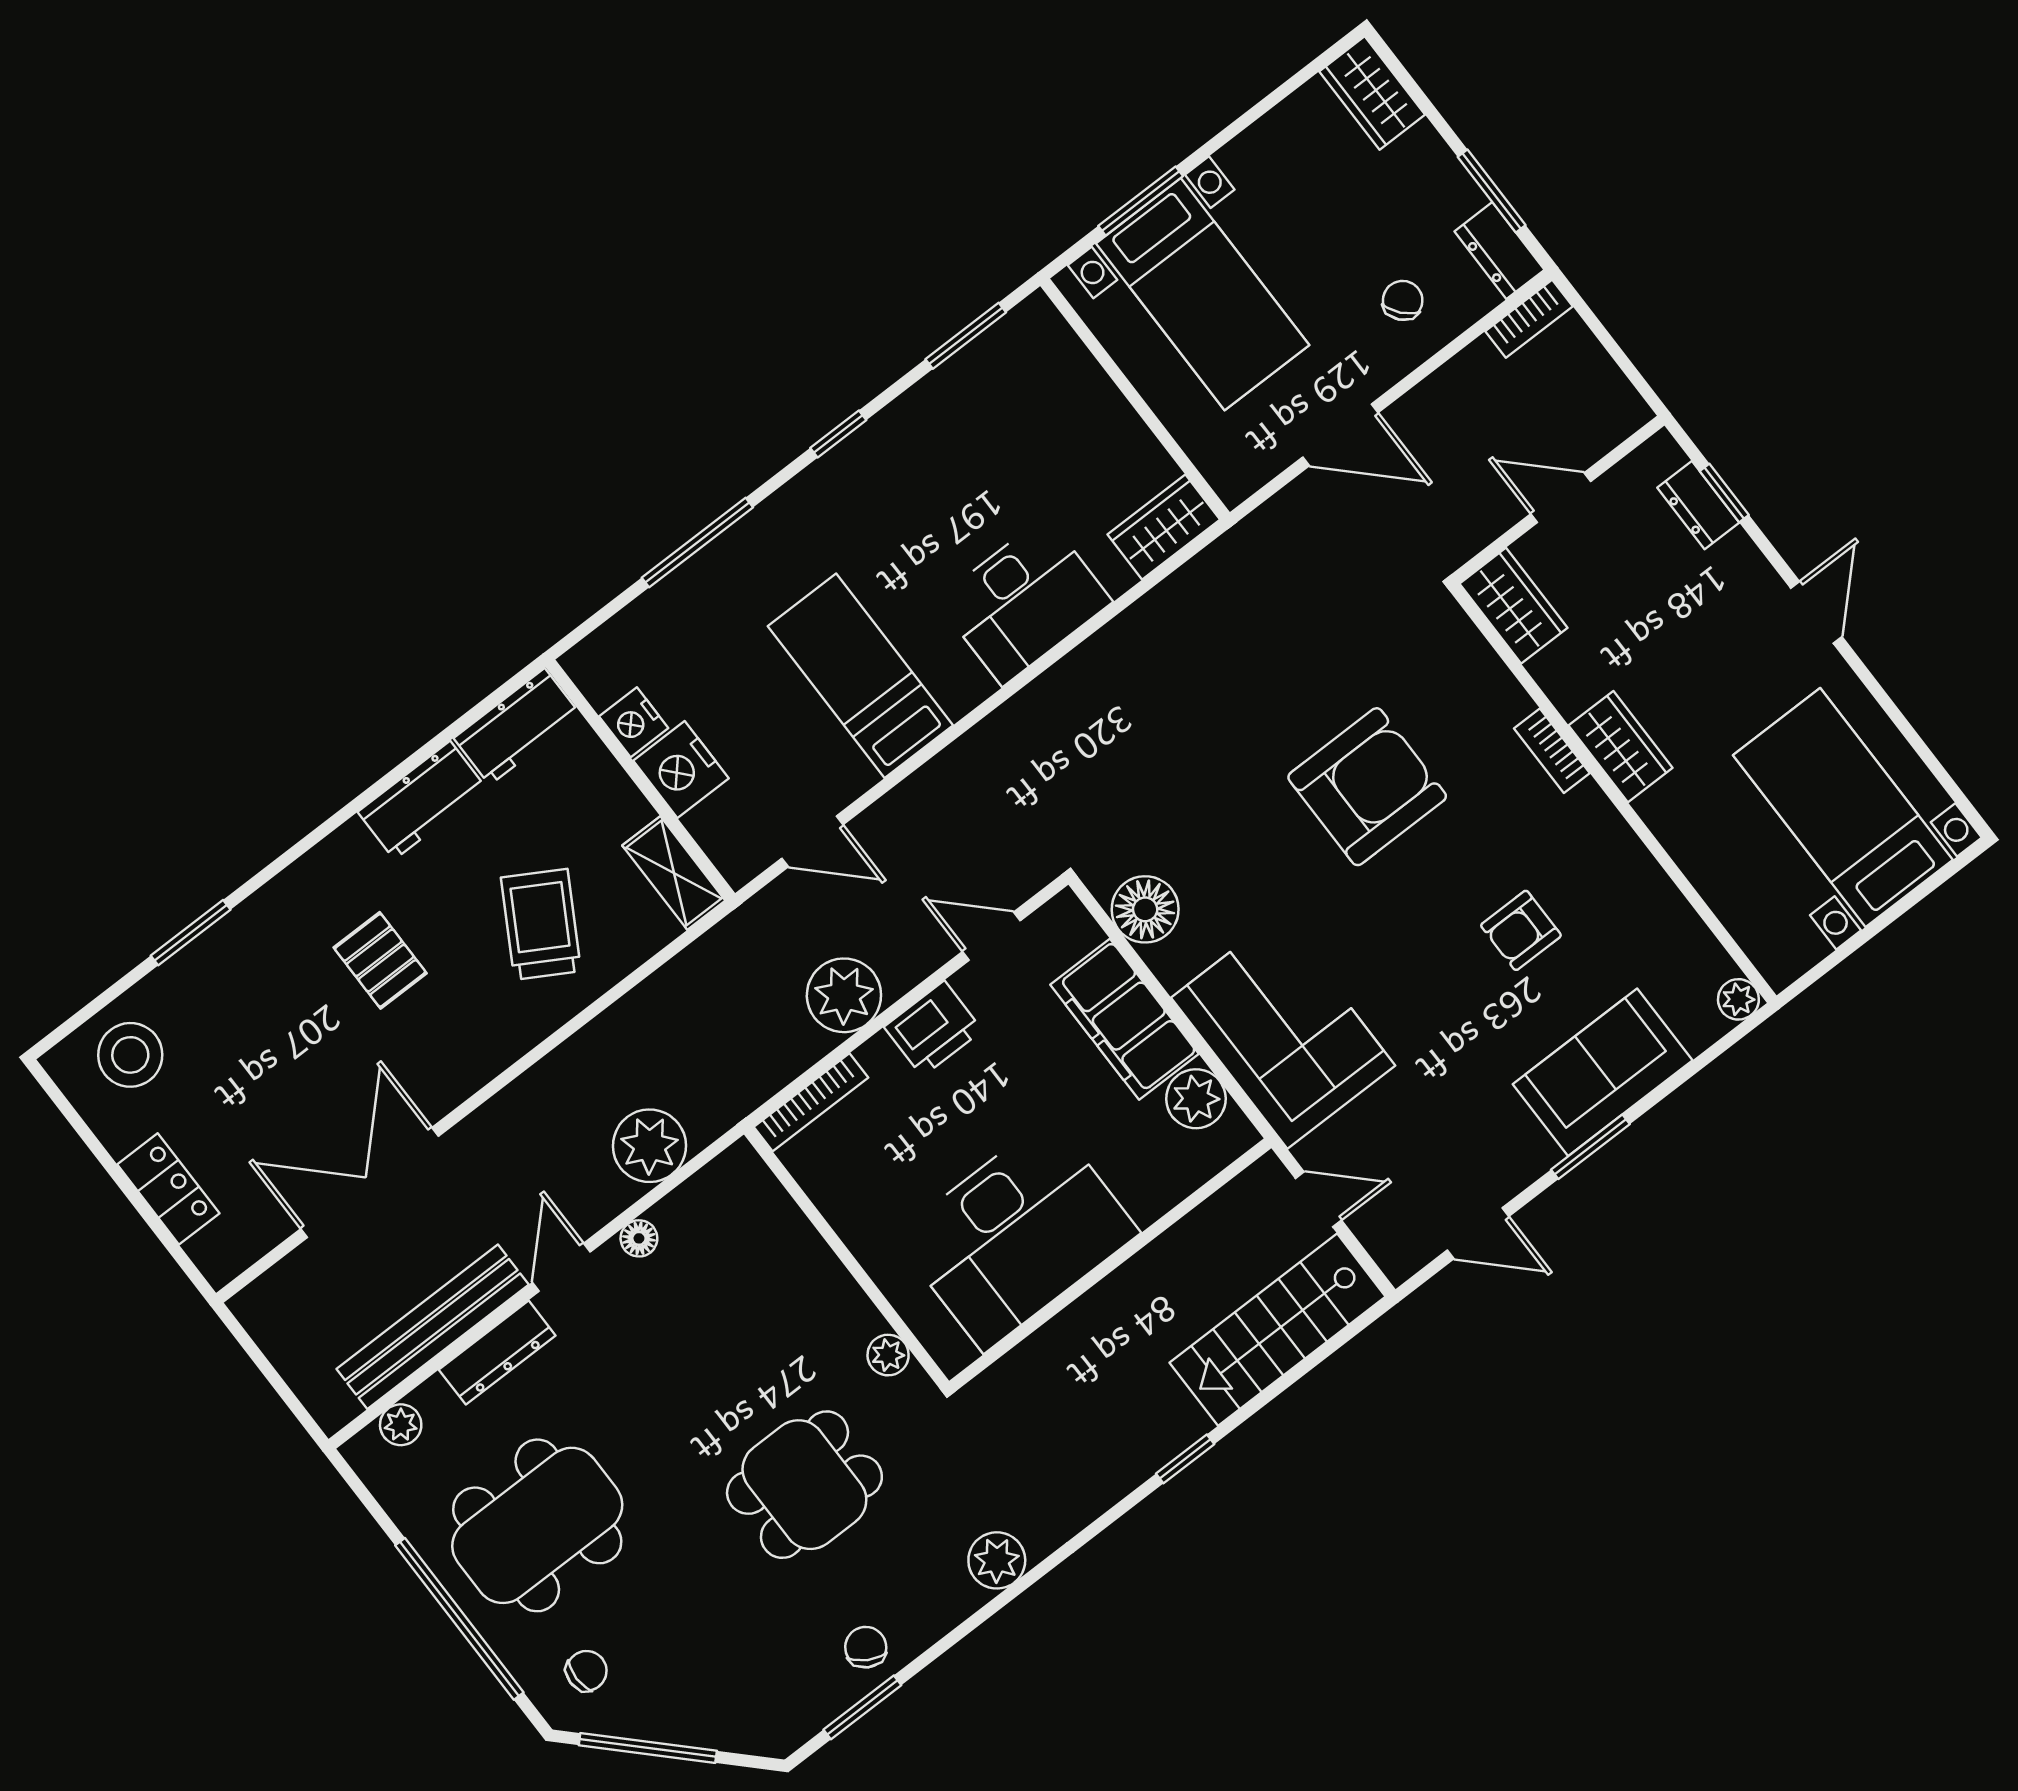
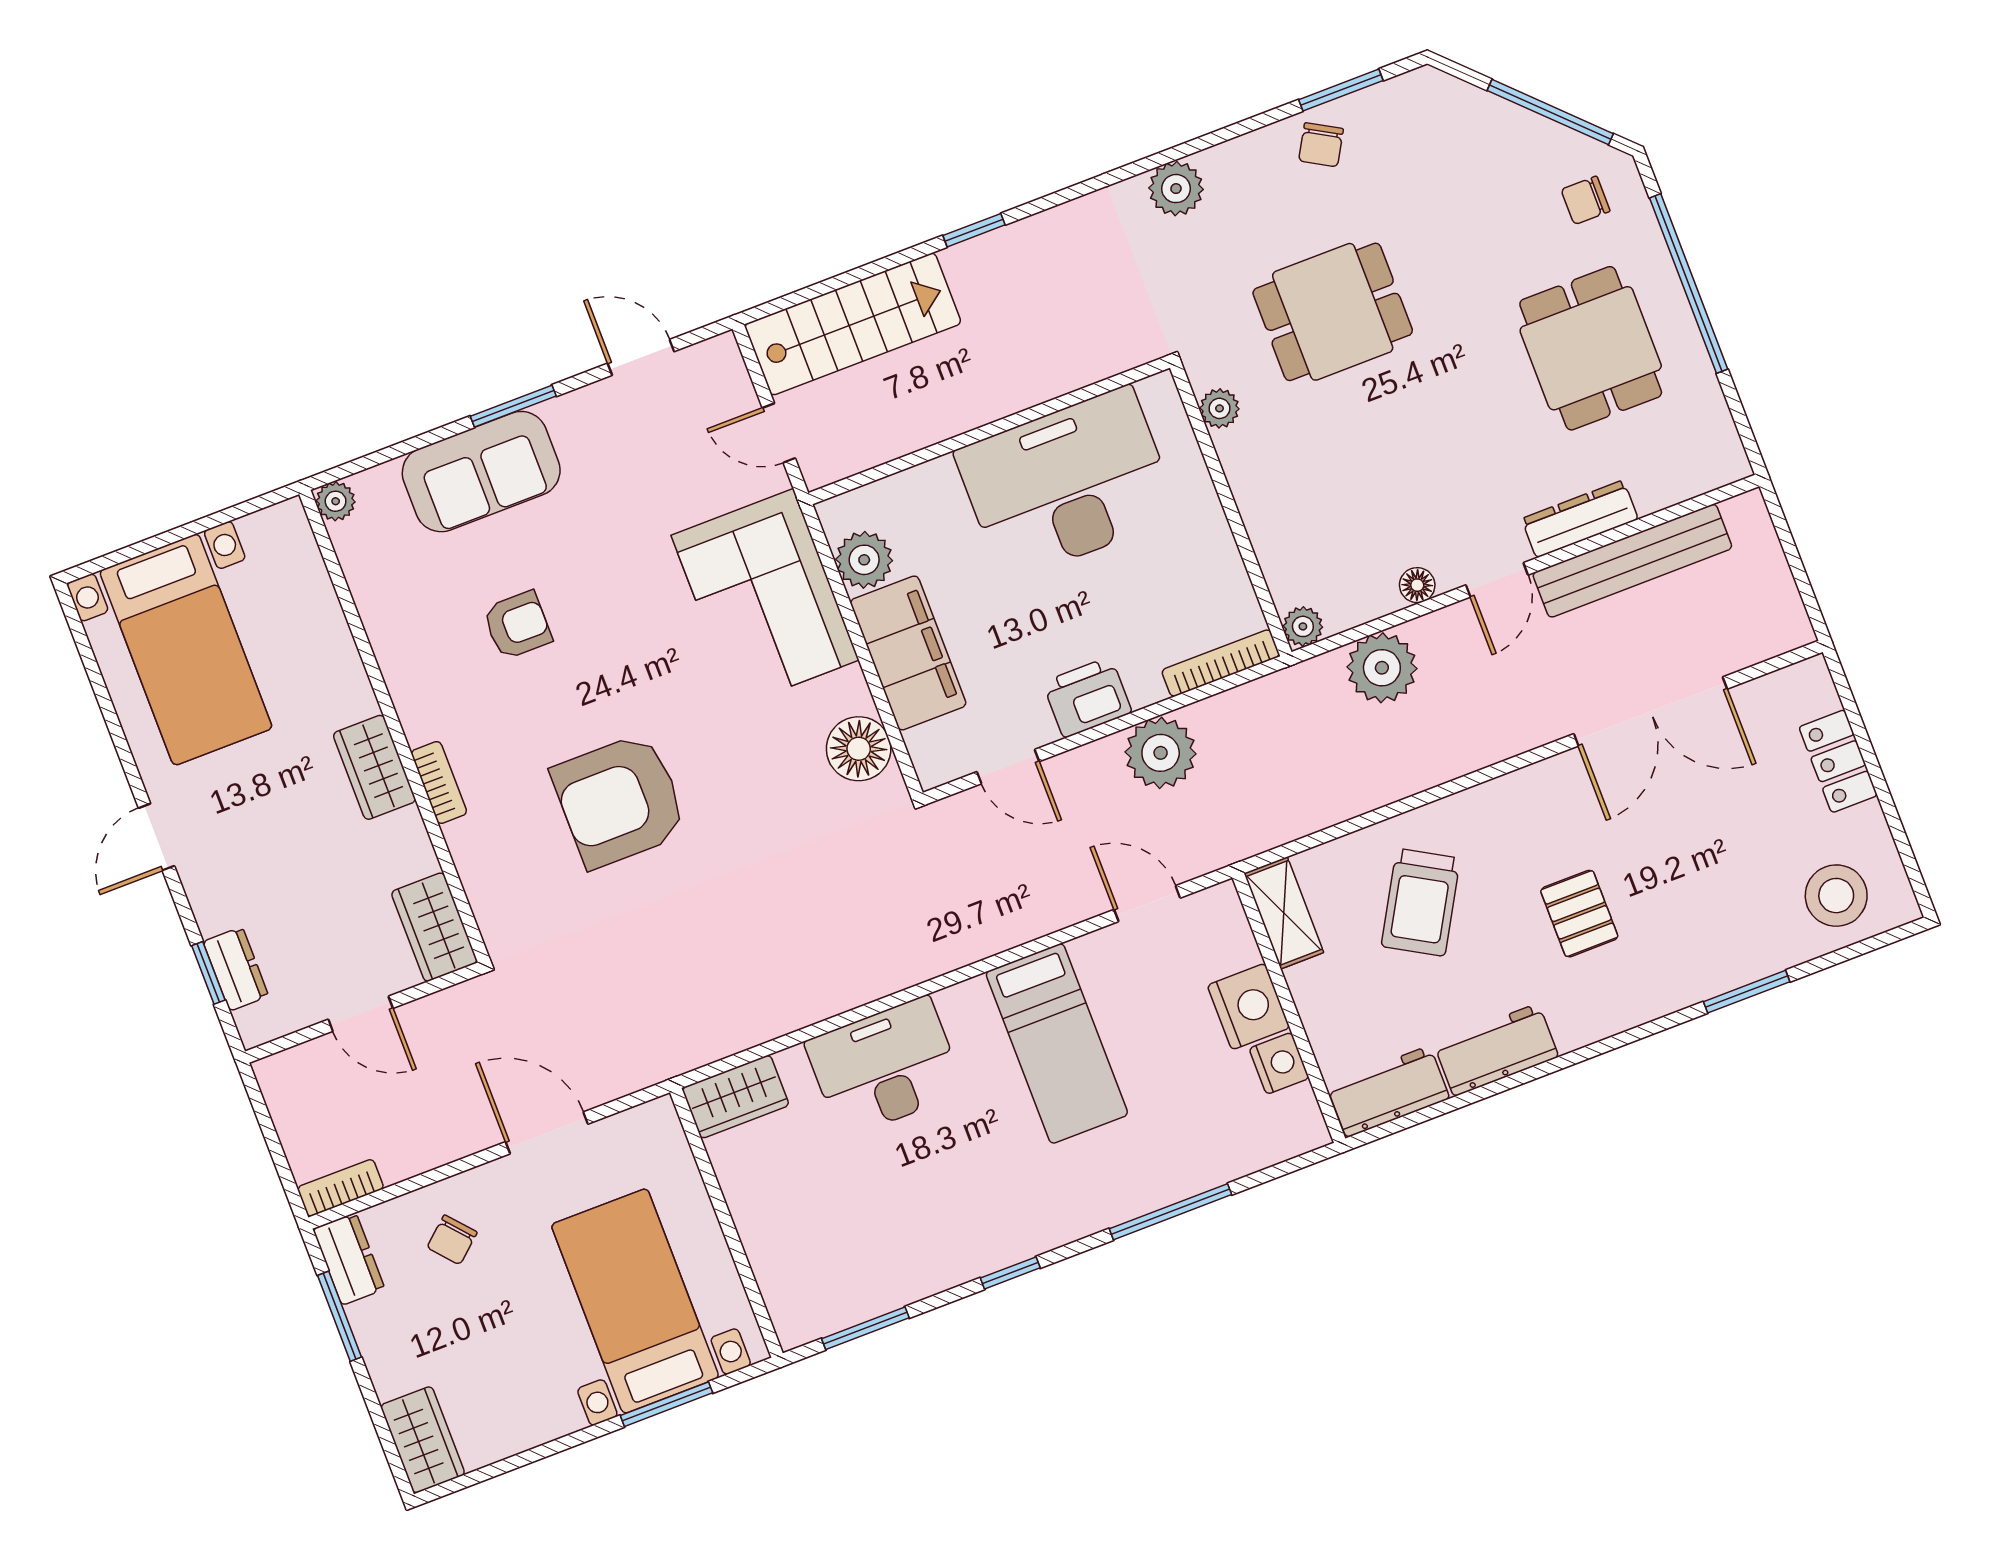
plant: (401, 1425) -> (1303, 626), moved
dining table: (537, 1525) -> (1591, 348), width x0.73

